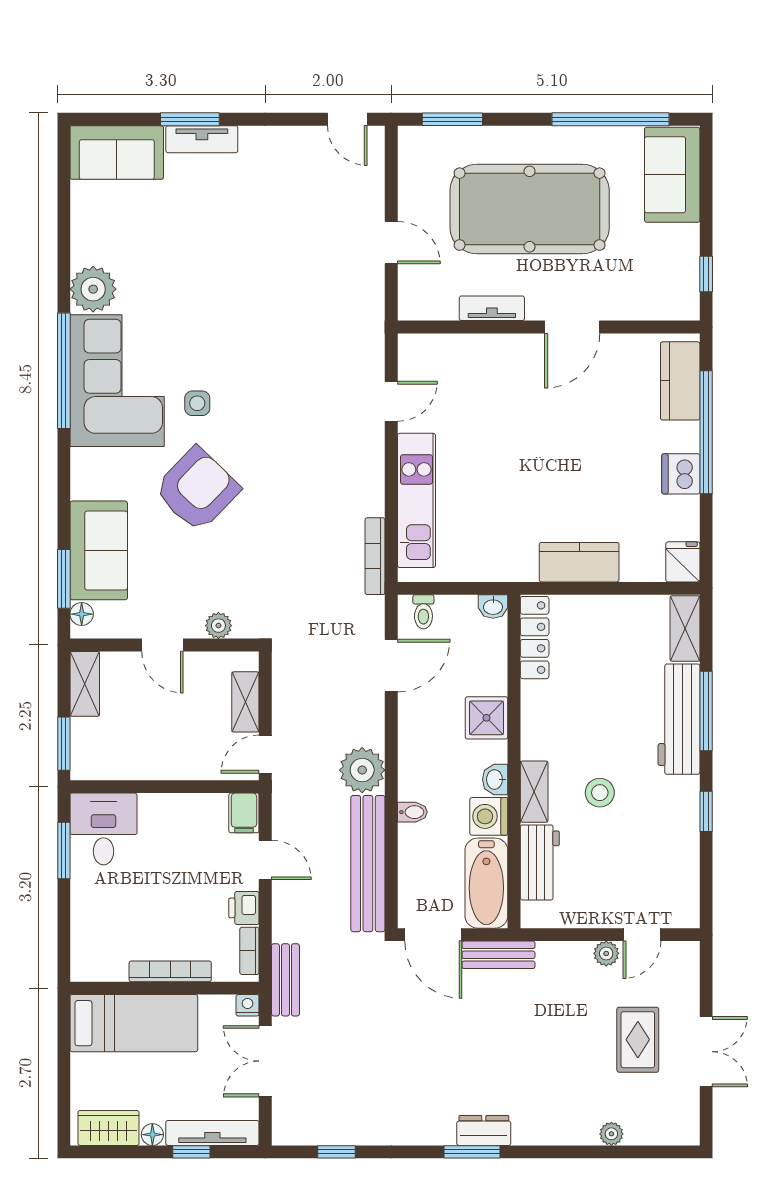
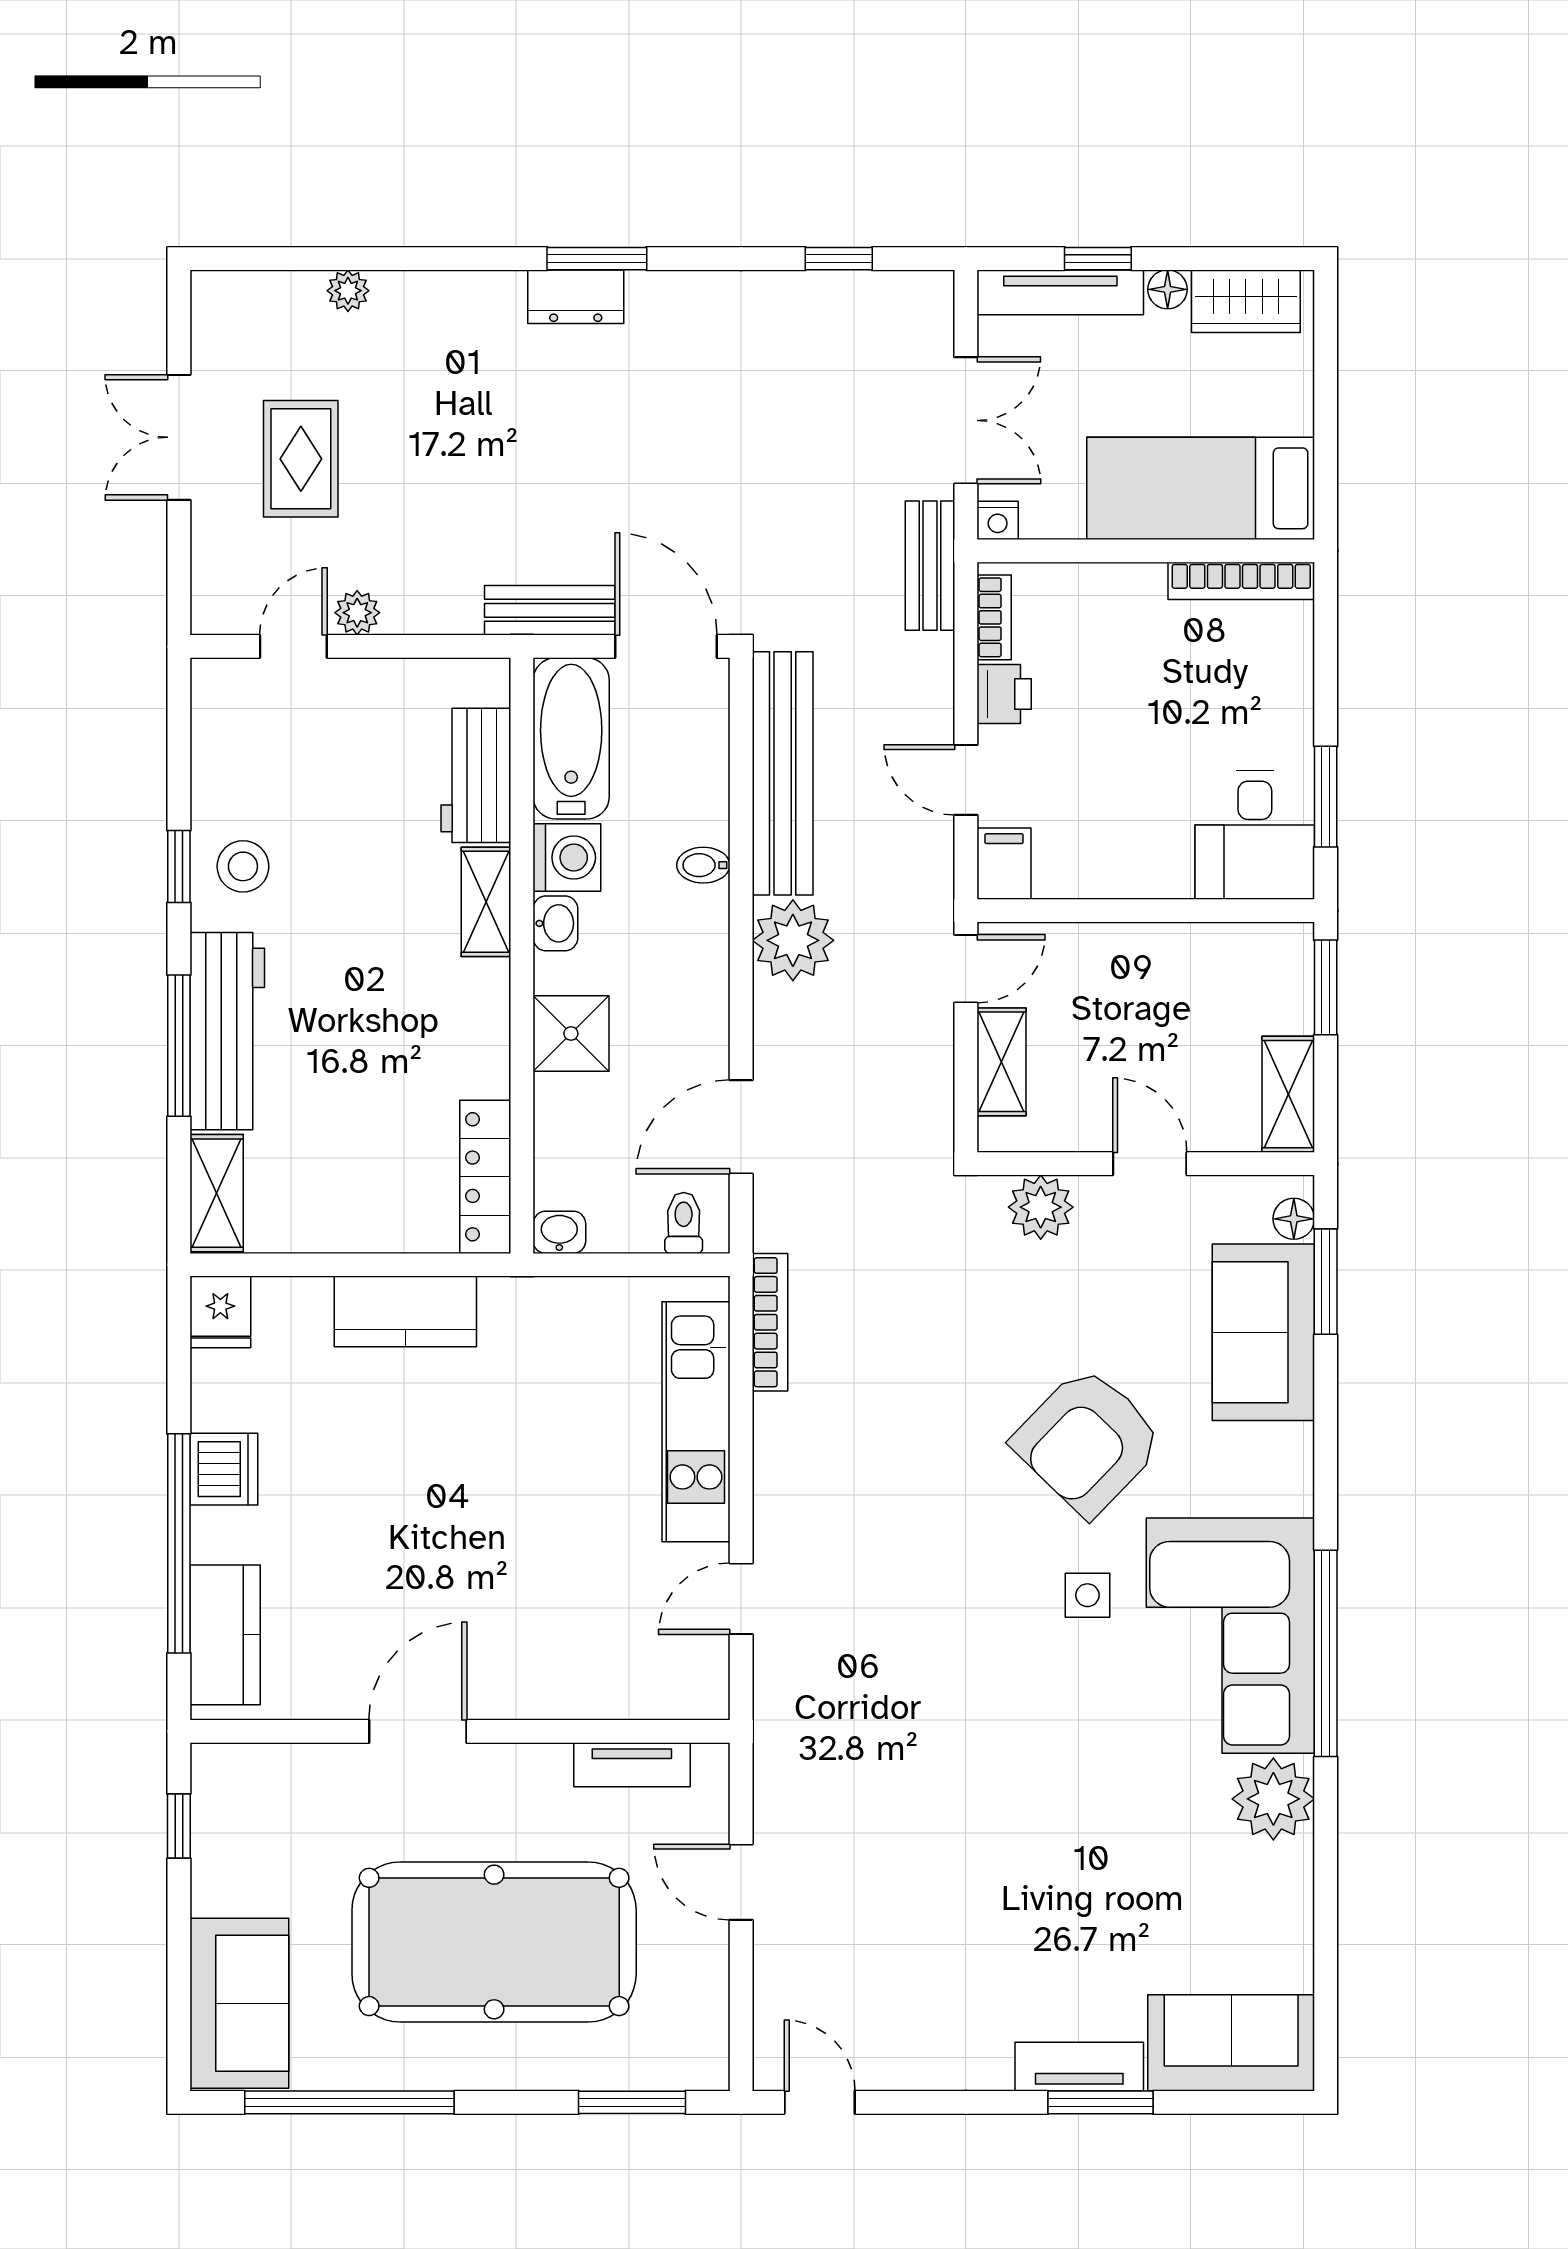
tv unit: (492, 308) -> (632, 1765), moved
plant: (218, 626) -> (1041, 1207), width x1.38, depth x1.38
stool: (600, 793) -> (243, 866), moved
bookcase: (170, 971) -> (1241, 581), moved

